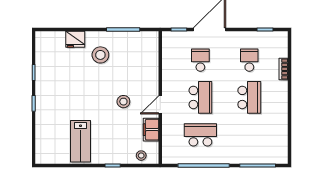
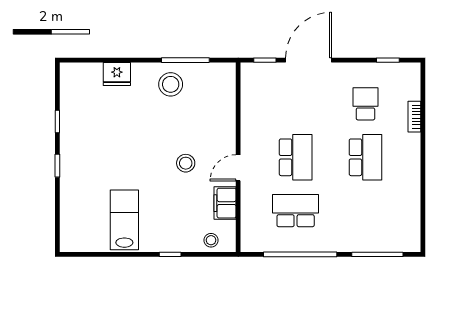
stool: (100, 55) -> (171, 84), moved
school desk: (200, 60) -> (296, 104), removed
lab bench: (80, 141) -> (124, 220), turned 180

